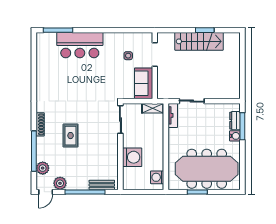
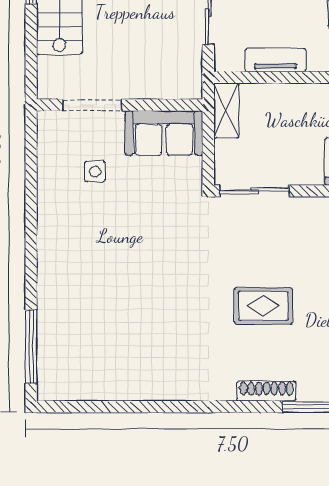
bar counter: (80, 45) -> (69, 292), removed
tv unit: (173, 115) -> (275, 60), moved
rug: (71, 136) -> (263, 306), moved

